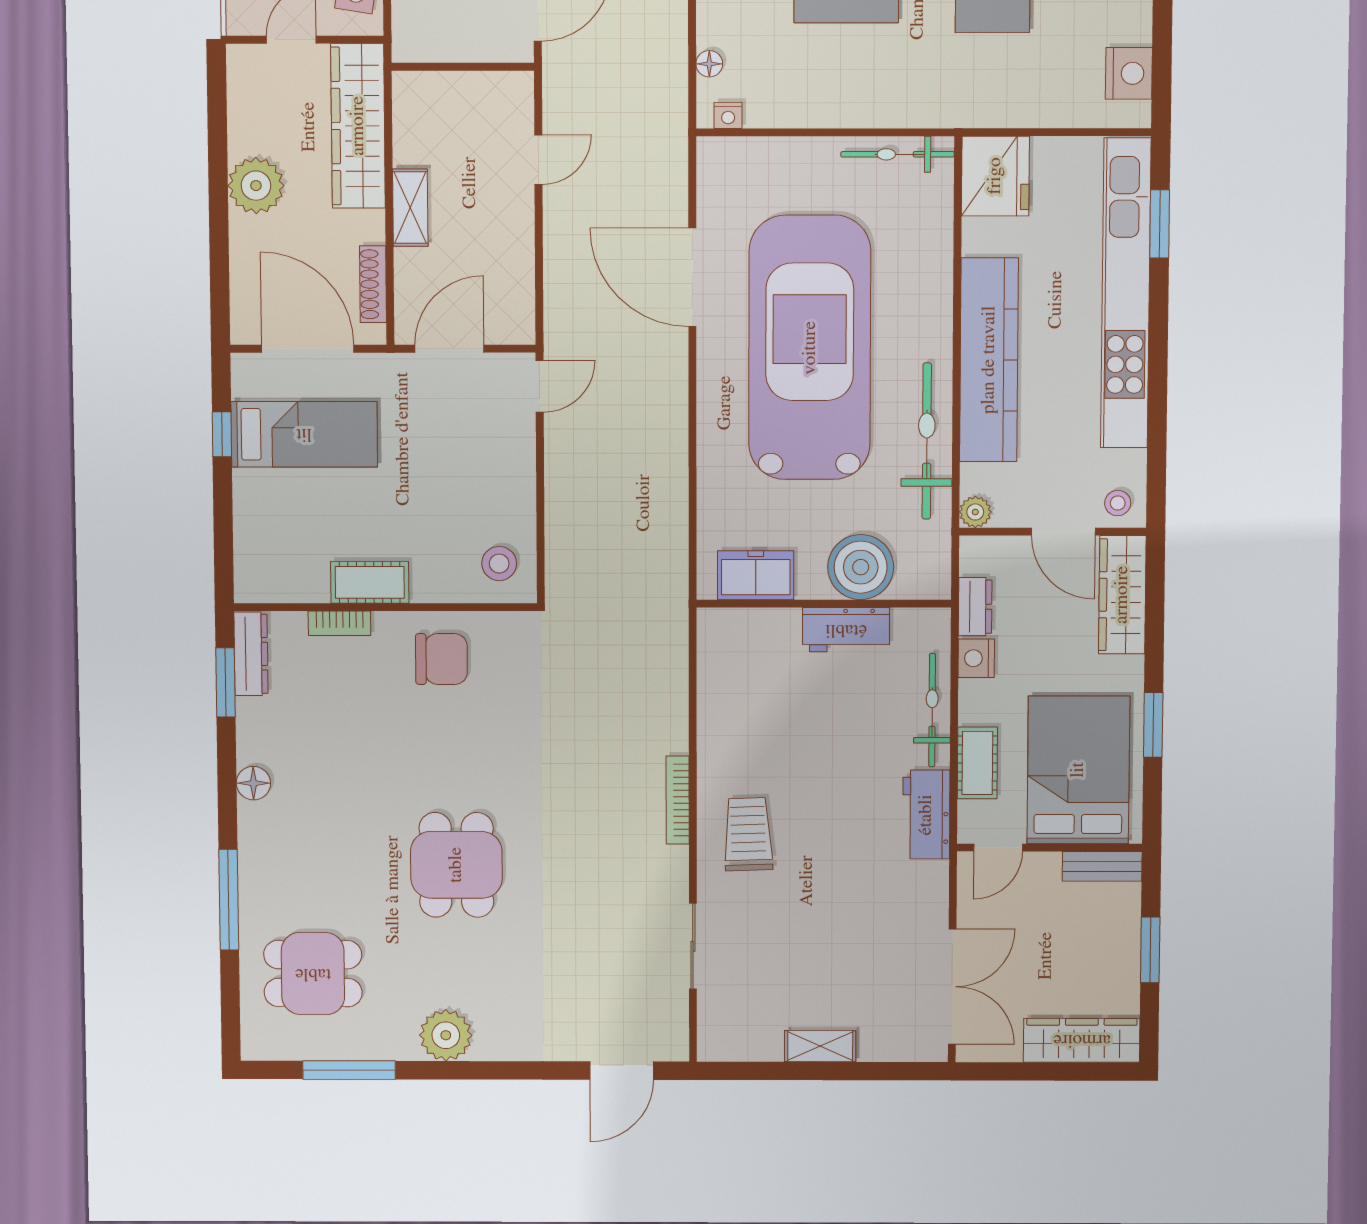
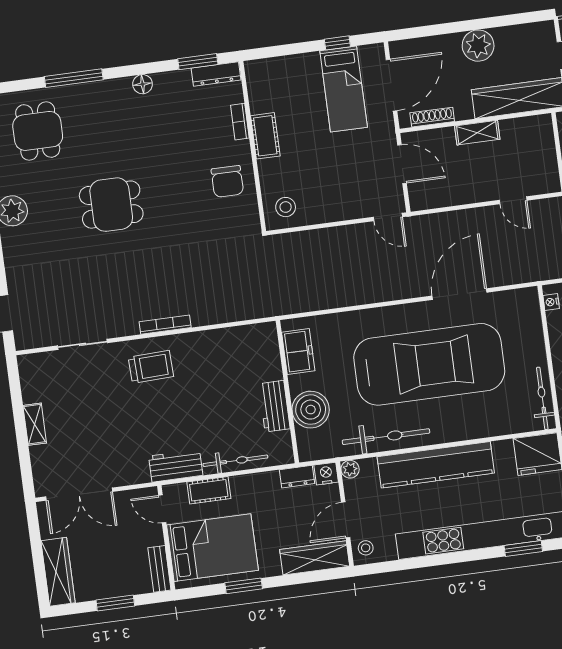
nightstand: (976, 658) -> (326, 474), moved

